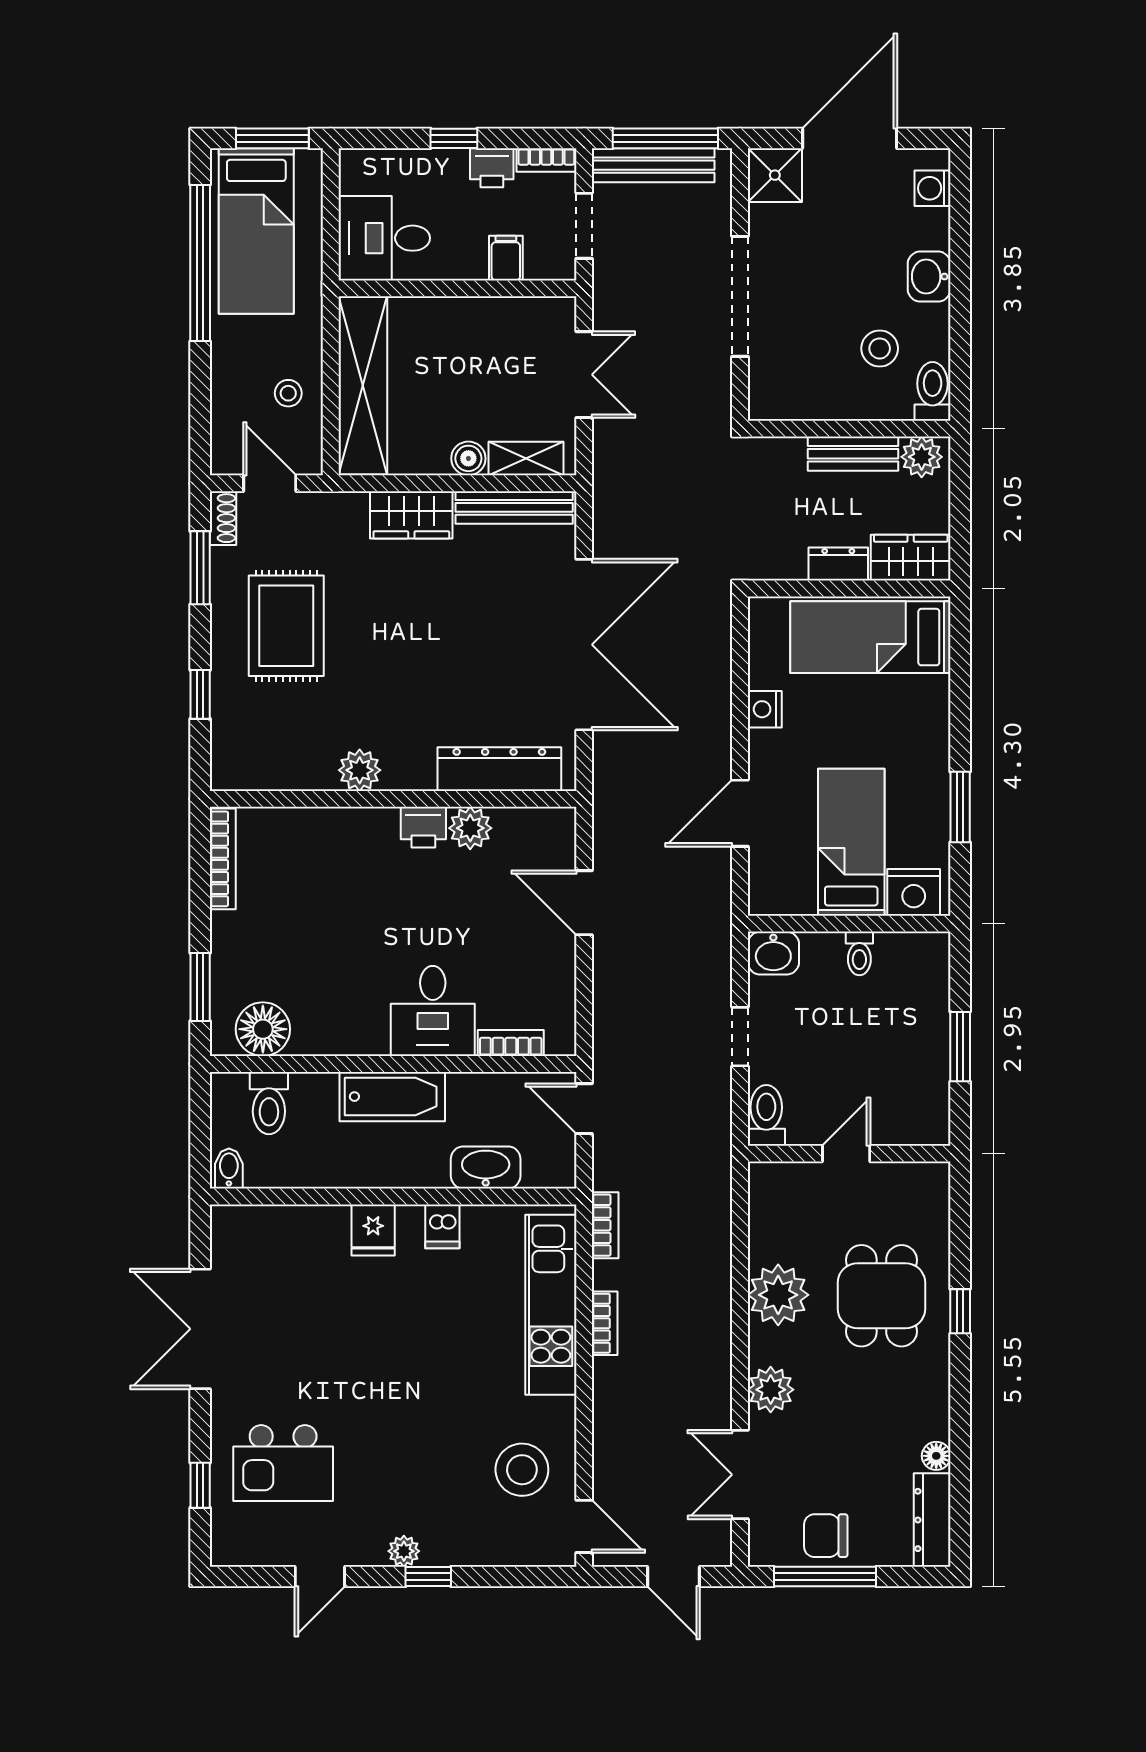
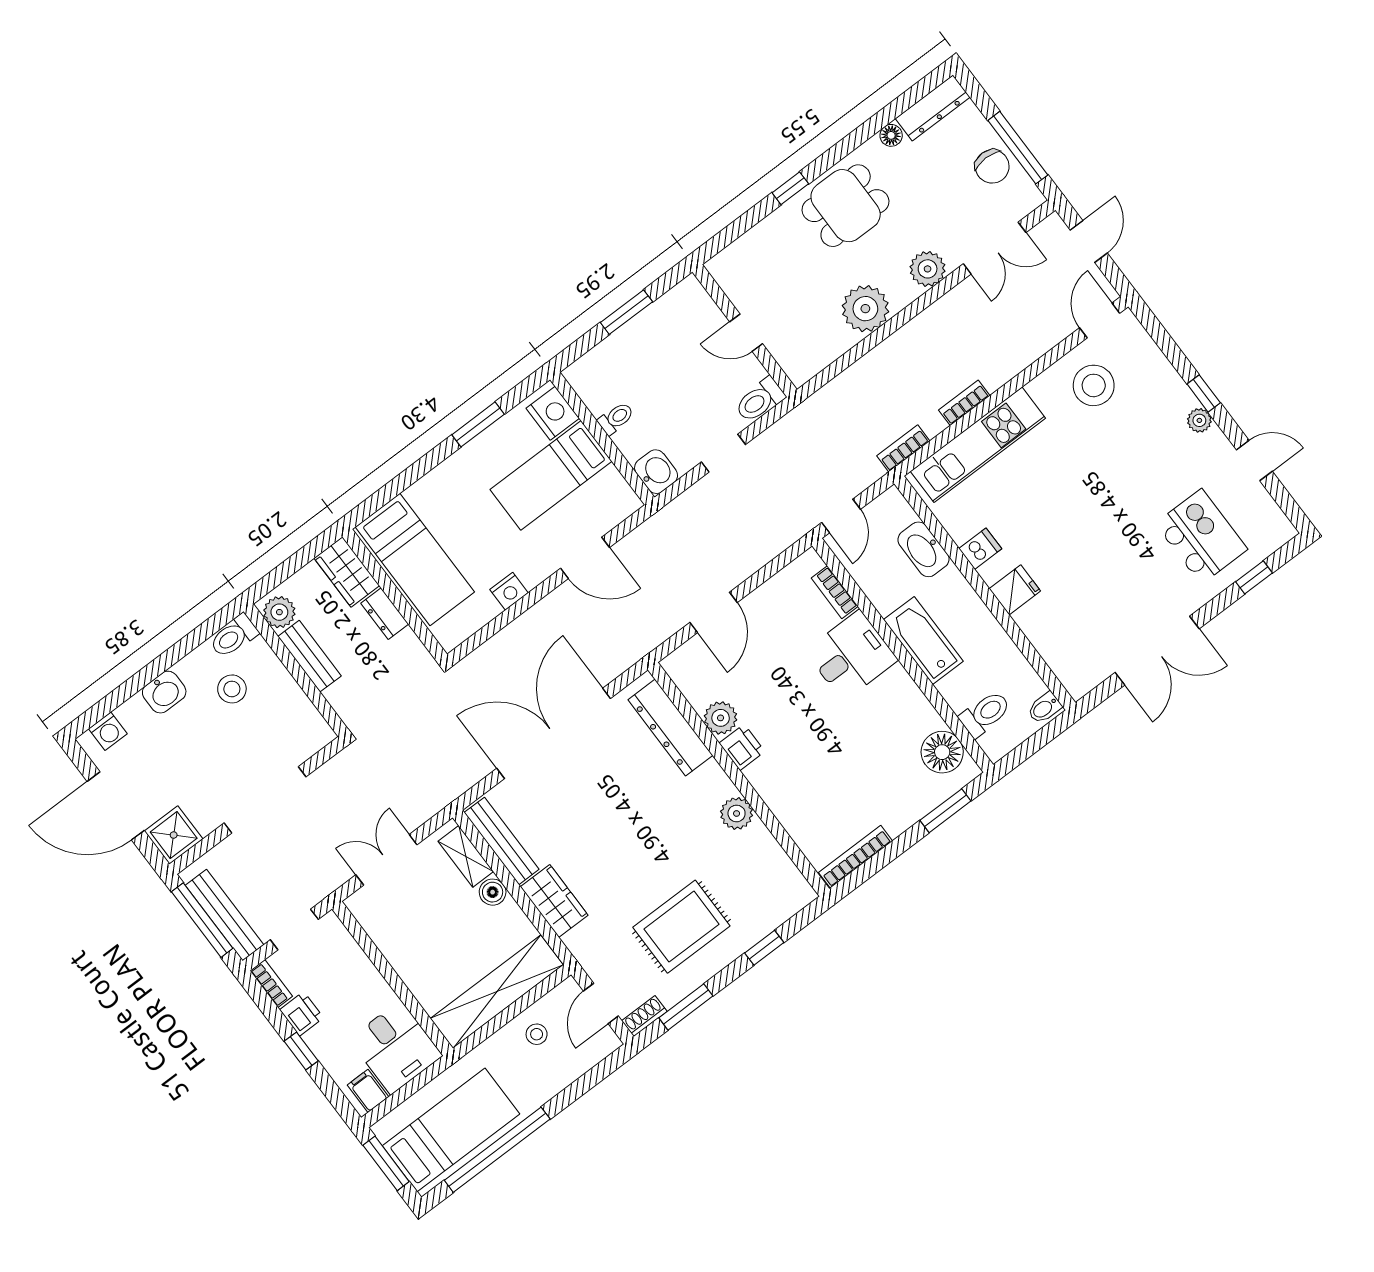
filing cabinet: (506, 258) -> (368, 1091), moved, turned 90
dining table: (881, 1296) -> (846, 206), moved

